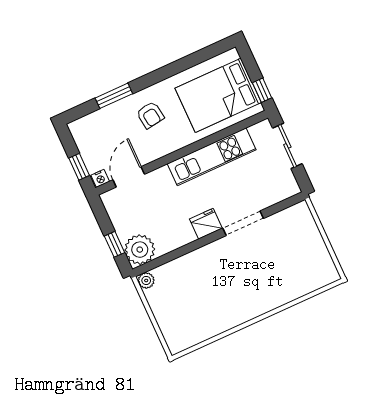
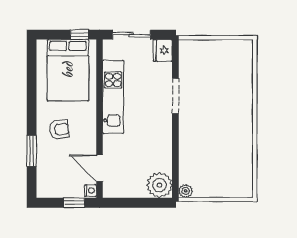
fridge: (206, 224) -> (163, 50), moved
window: (114, 244) -> (146, 203), removed

